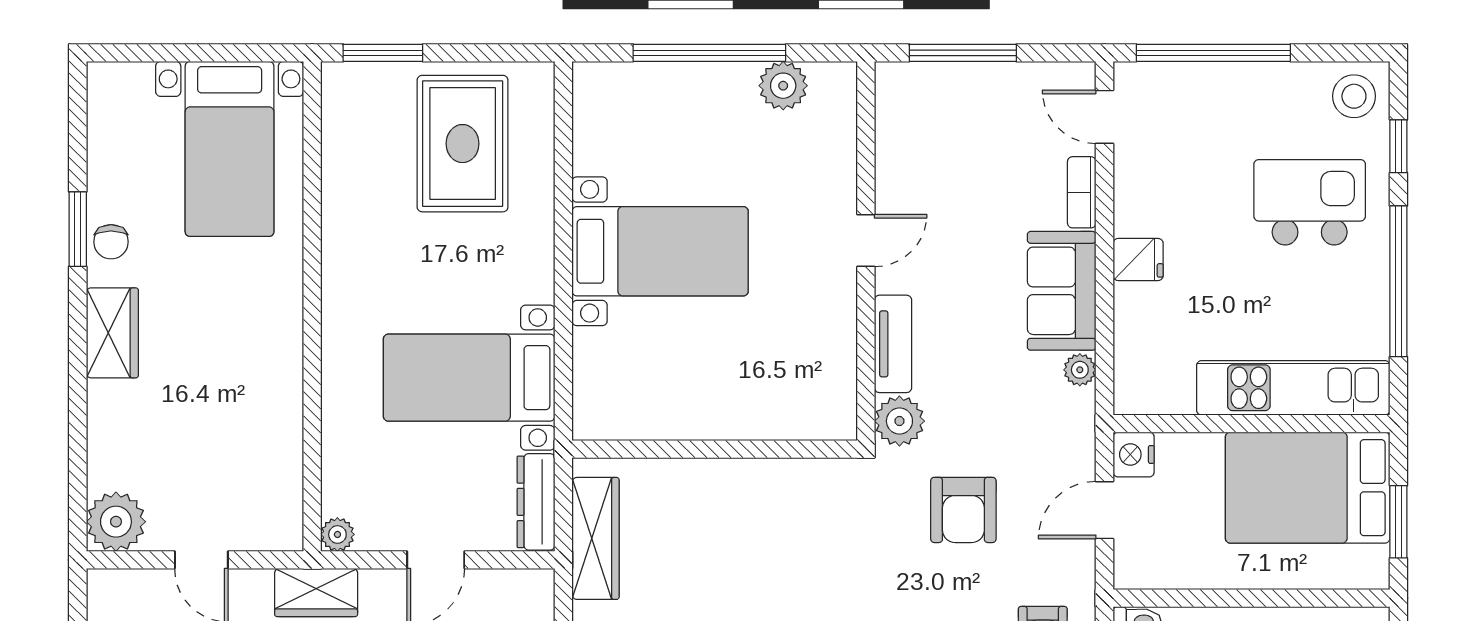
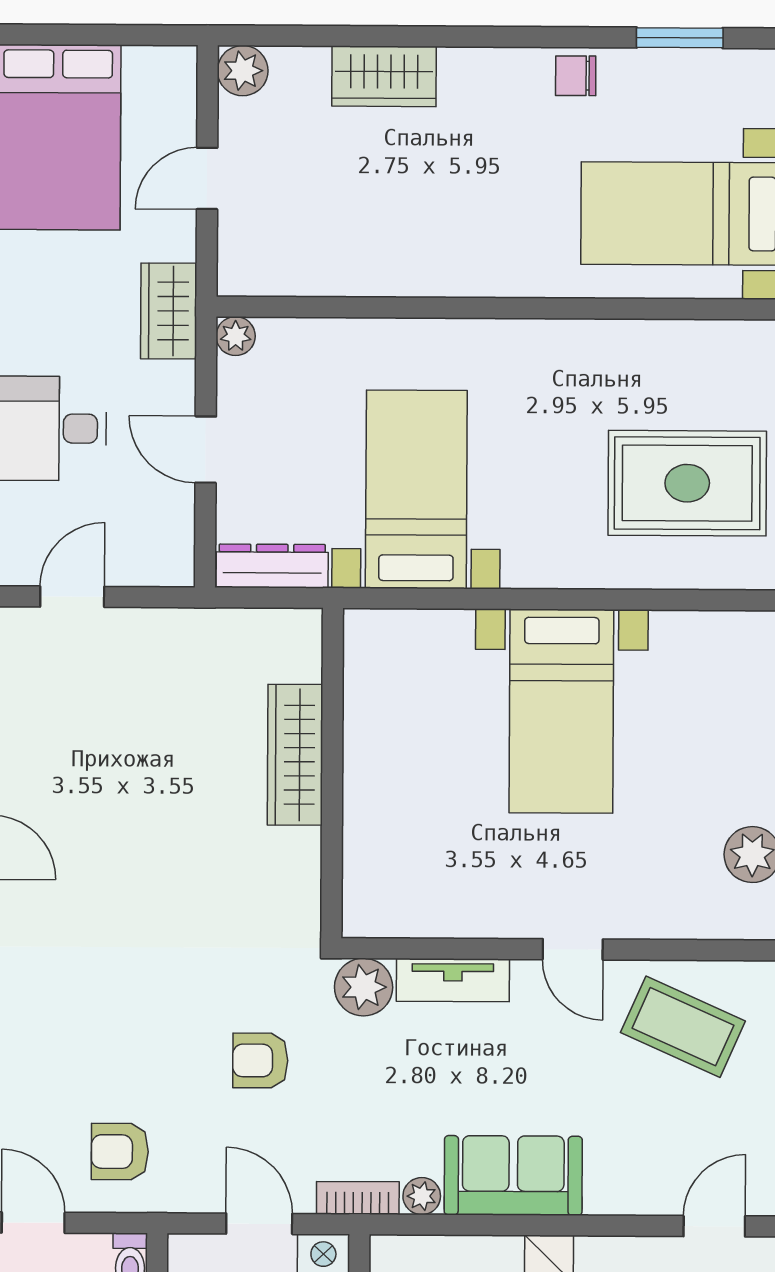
coffee table: (932, 145) -> (683, 1027), added
bookcase: (1082, 192) -> (358, 1198), moved
window: (78, 229) -> (680, 38), moved
wardrobe: (112, 333) -> (384, 76), moved
armchair: (963, 510) -> (260, 1061), width x0.72, depth x0.72
plant: (116, 522) -> (243, 71), width x0.73, depth x0.73
wardrobe: (596, 538) -> (295, 755), moved, turned 90

